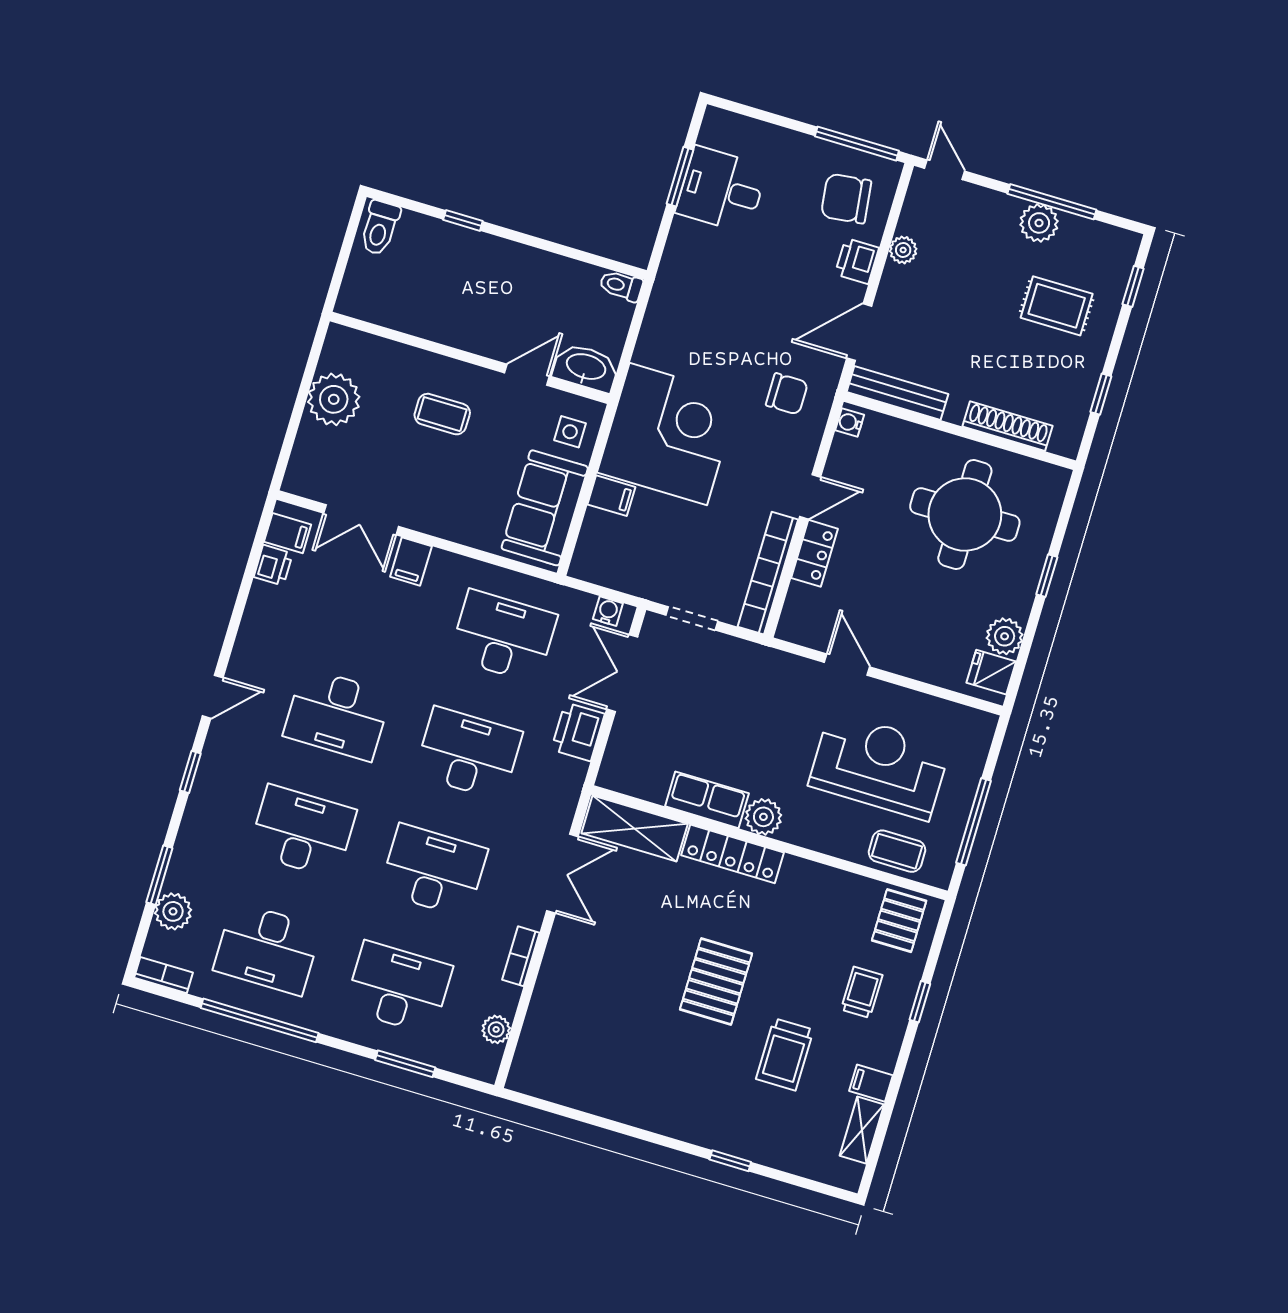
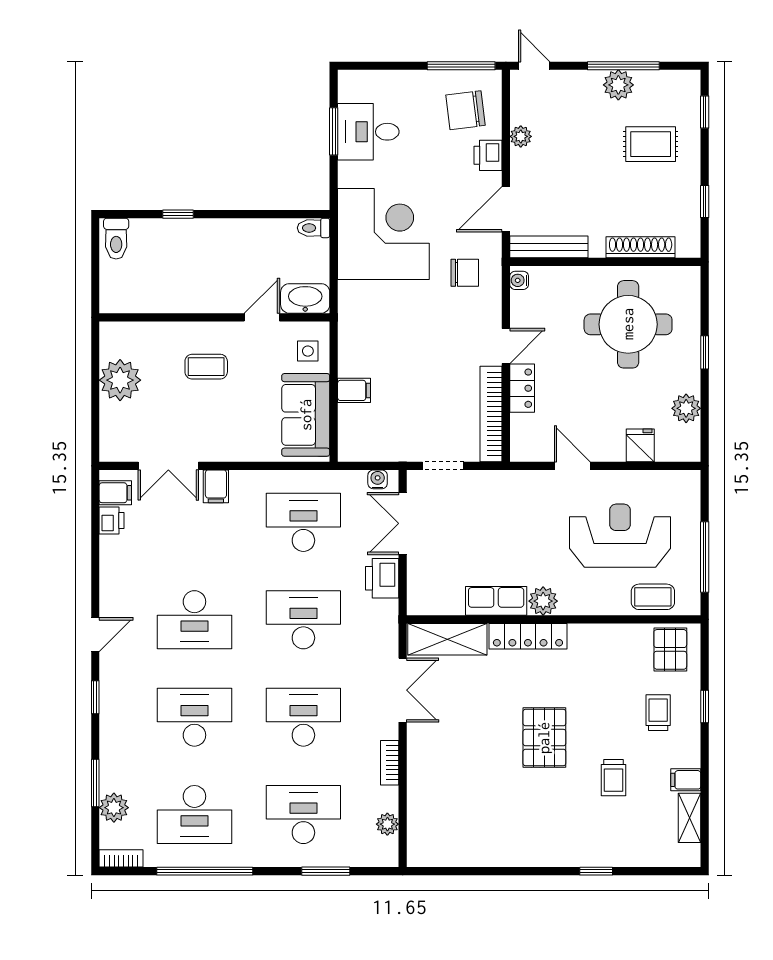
corner desk: (668, 434) -> (383, 234), moved
fridge: (991, 672) -> (640, 445), moved, turned 90
trolley: (785, 1054) -> (613, 778), width x0.73, depth x0.72

